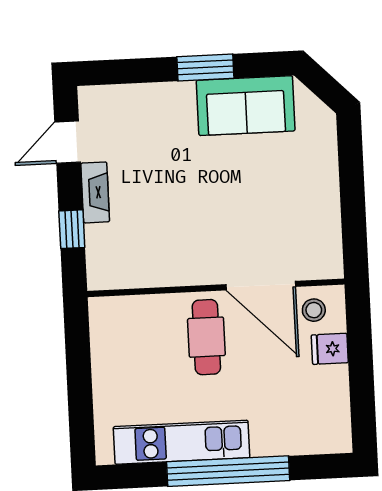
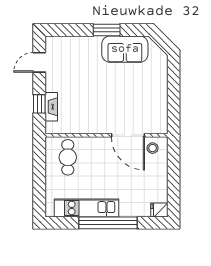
fireplace: (95, 192) -> (51, 107), moved
cafe table: (206, 337) -> (68, 157), moved
fridge: (330, 349) -> (159, 210), moved

